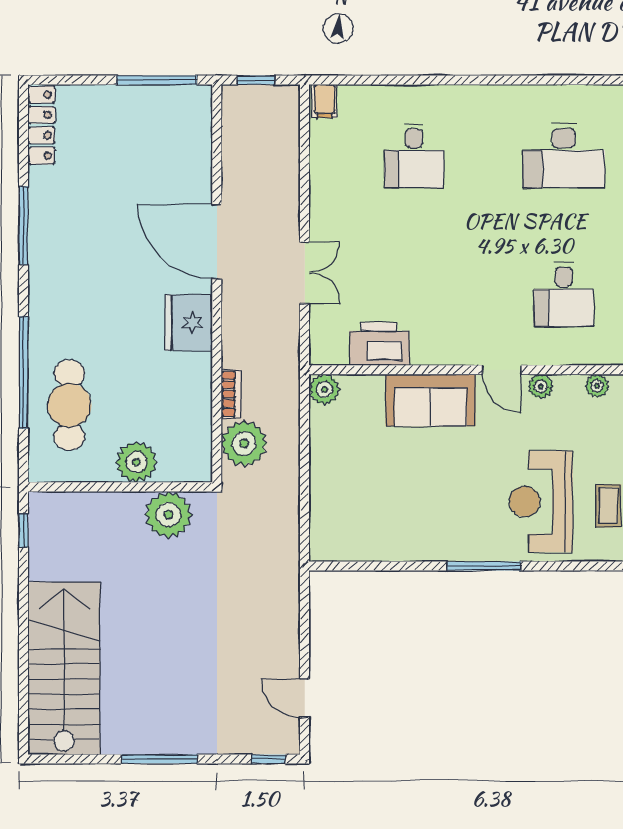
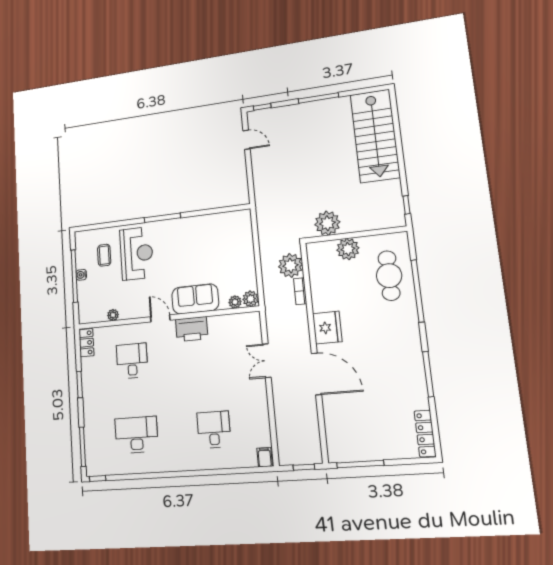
printer: (379, 344) -> (192, 329), moved
plant: (541, 386) -> (235, 302), moved

